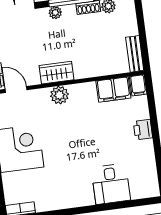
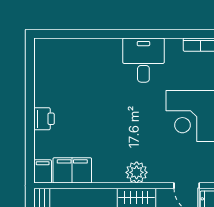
desk: (111, 184) -> (143, 60), moved

